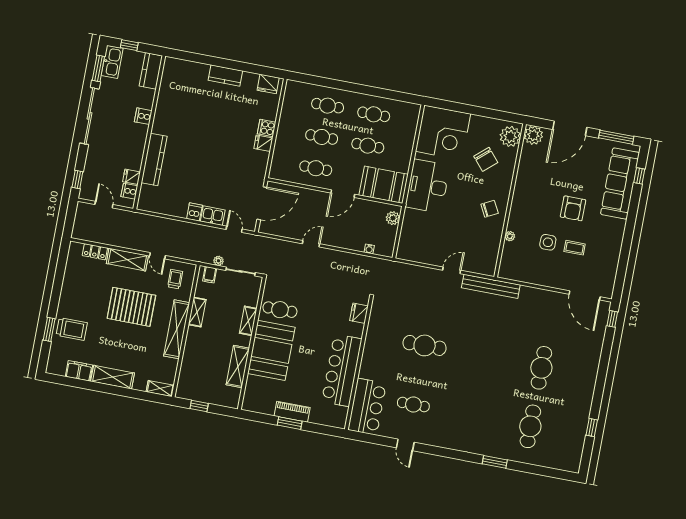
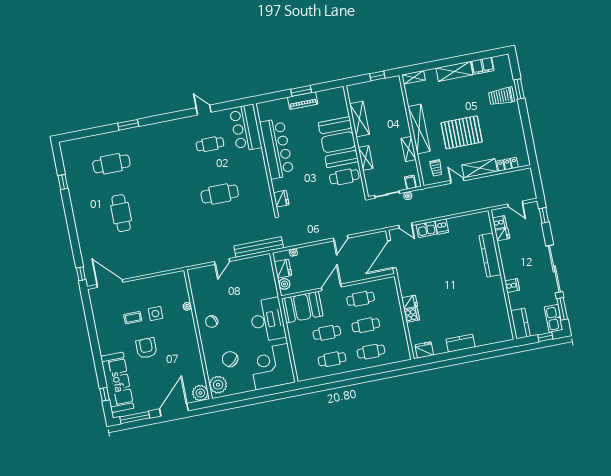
fridge: (388, 236) -> (283, 269), added
bench: (491, 286) -> (259, 247), moved
cafe table: (530, 426) -> (111, 164), turned 90

